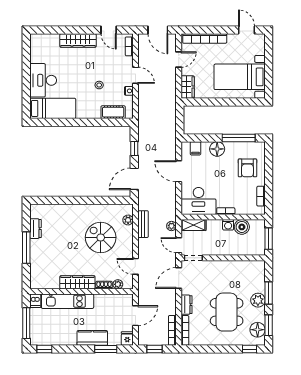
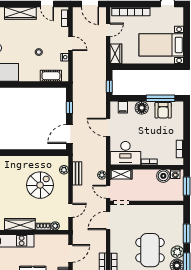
window: (180, 124) -> (109, 86), added
armchair: (247, 168) -> (163, 110), moved
washing machine: (228, 225) -> (175, 174), moved
spiral stairs: (101, 237) -> (40, 185), turned 90
door: (135, 266) -> (70, 210), swing flipped
plant: (258, 300) -> (177, 252), moved
dresser: (187, 305) -> (115, 244), removed

